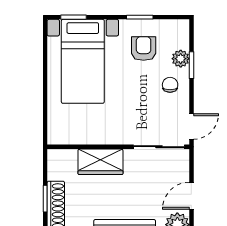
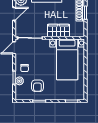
bed with nightstands: (83, 61) -> (67, 59), moved, turned 180

